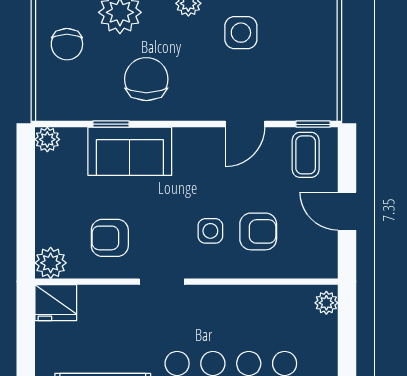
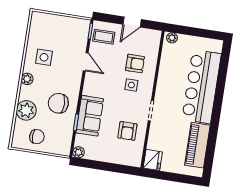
armchair: (258, 231) -> (135, 64), turned 90
plant: (51, 263) -> (134, 159), removed

